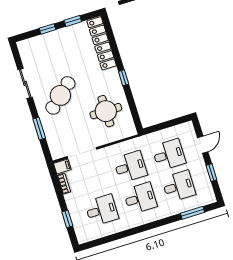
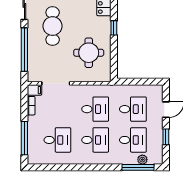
cafe table: (60, 95) -> (53, 26), turned -49
window: (39, 129) -> (24, 50), width x2.11
plant: (195, 203) -> (142, 160), added
window: (193, 213) -> (138, 167), width x1.44
window: (67, 219) -> (24, 138), width x2.17

